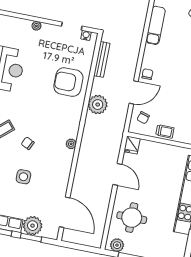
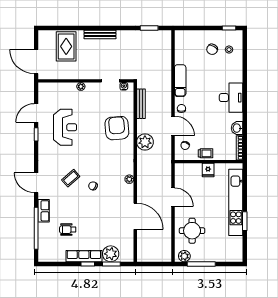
exam couch: (156, 25) -> (180, 81), moved
armchair: (68, 82) -> (117, 128), turned 85
door: (134, 92) -> (173, 126), hinge flipped
fridge: (132, 145) -> (208, 170), moved
side table: (23, 177) -> (95, 215), removed
door: (65, 212) -> (135, 216), moved

